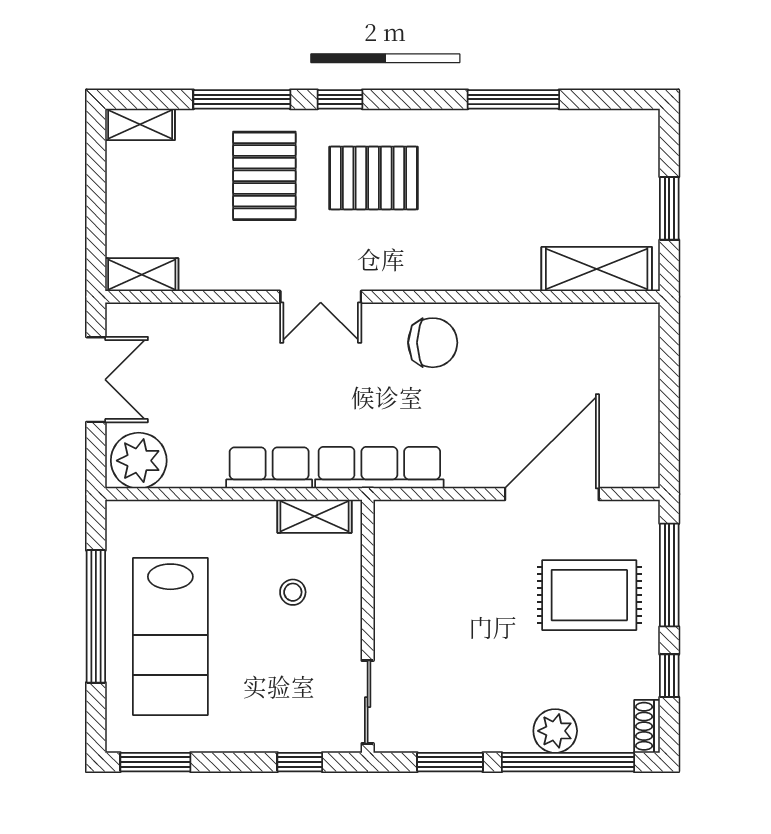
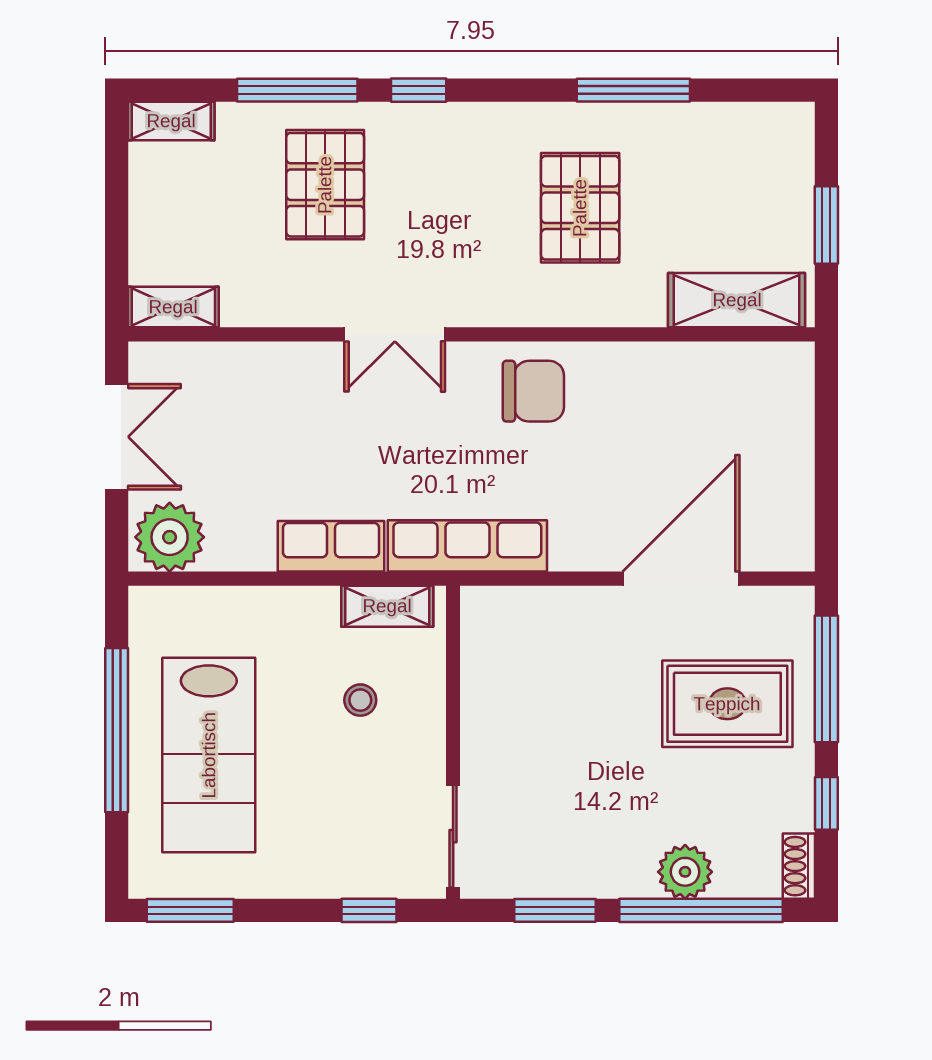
pallet: (374, 178) -> (580, 208), moved, turned 90

